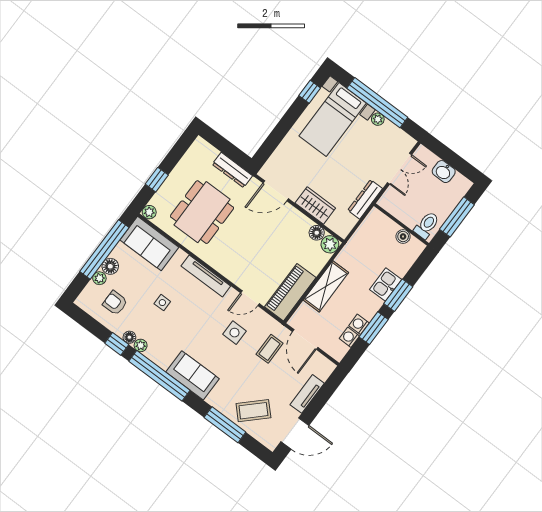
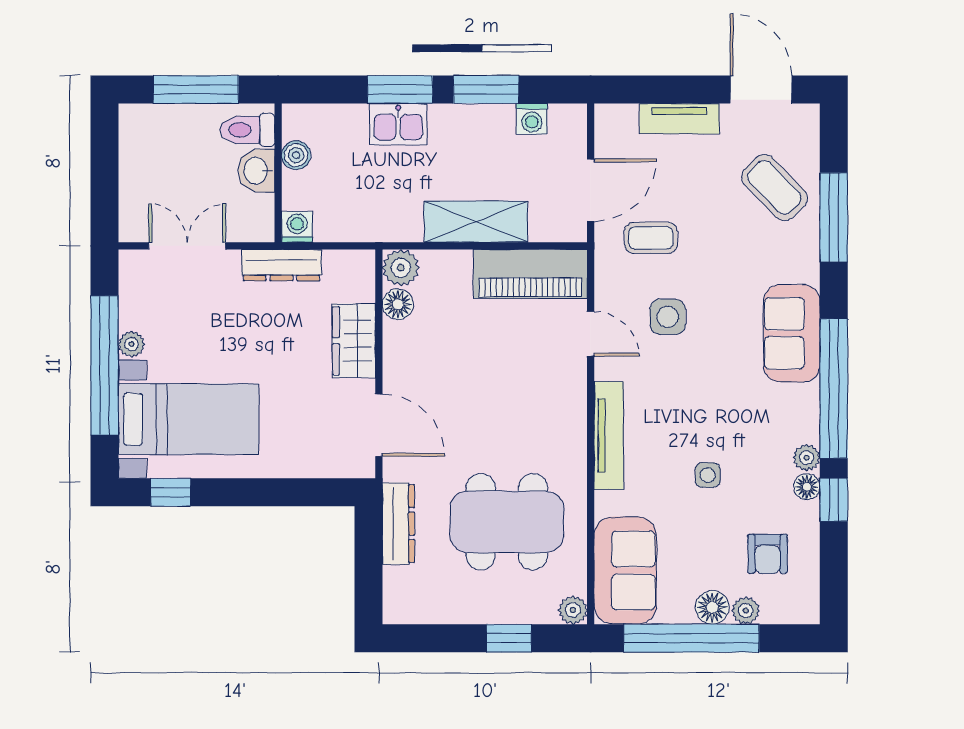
washbasin: (444, 172) -> (256, 171), moved, turned 180
washing machine: (359, 324) -> (297, 227), moved, turned 180

